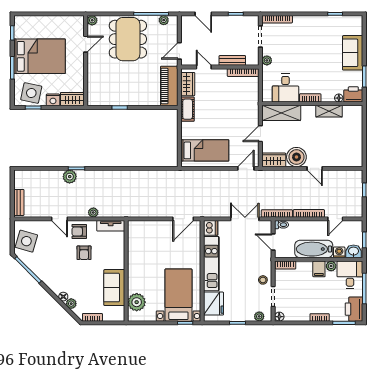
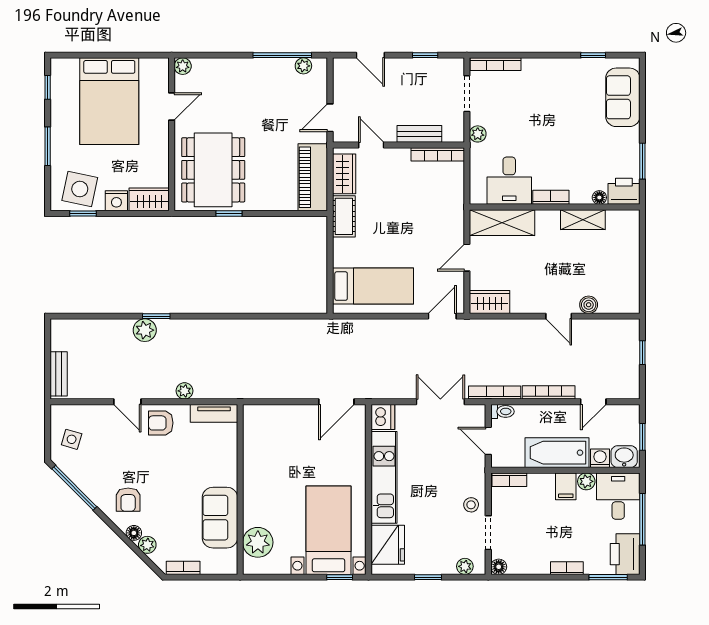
dining table: (128, 39) -> (213, 170), moved
sofa: (353, 53) -> (623, 97), moved
bed: (39, 56) -> (109, 101), moved, turned 90
boiler: (296, 157) -> (589, 305), moved, width x0.54, depth x0.54
side table: (26, 241) -> (72, 439), width x0.54, depth x0.54
armchair: (84, 253) -> (128, 500), moved

